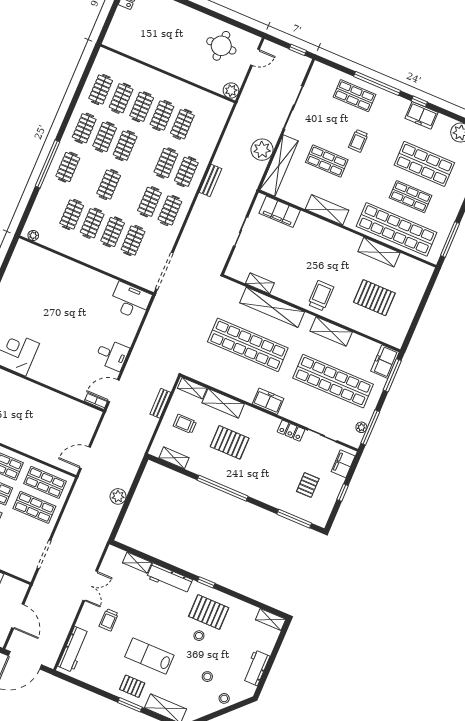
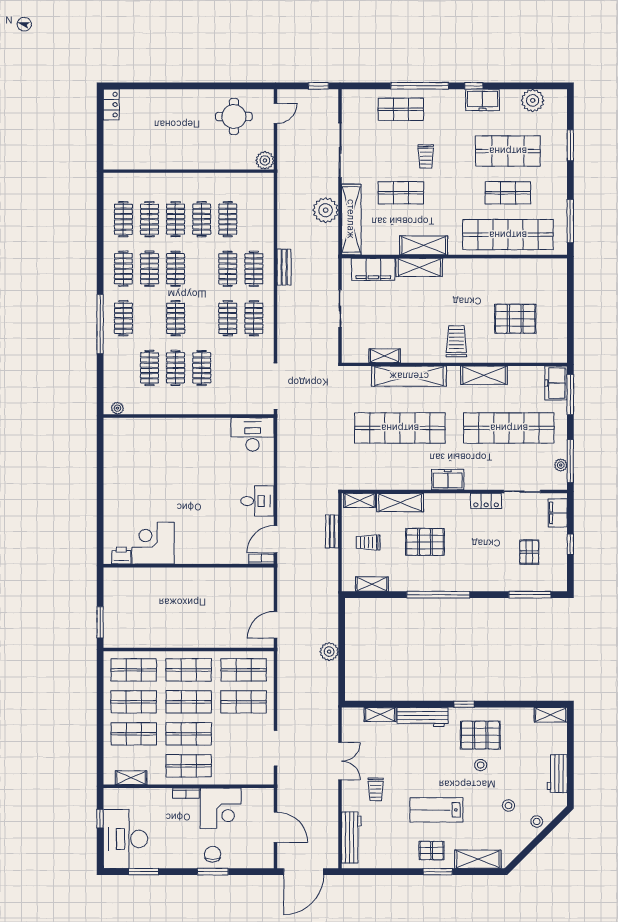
clothes rail: (133, 241) -> (228, 368), removed
shelving: (379, 252) -> (419, 267), moved

